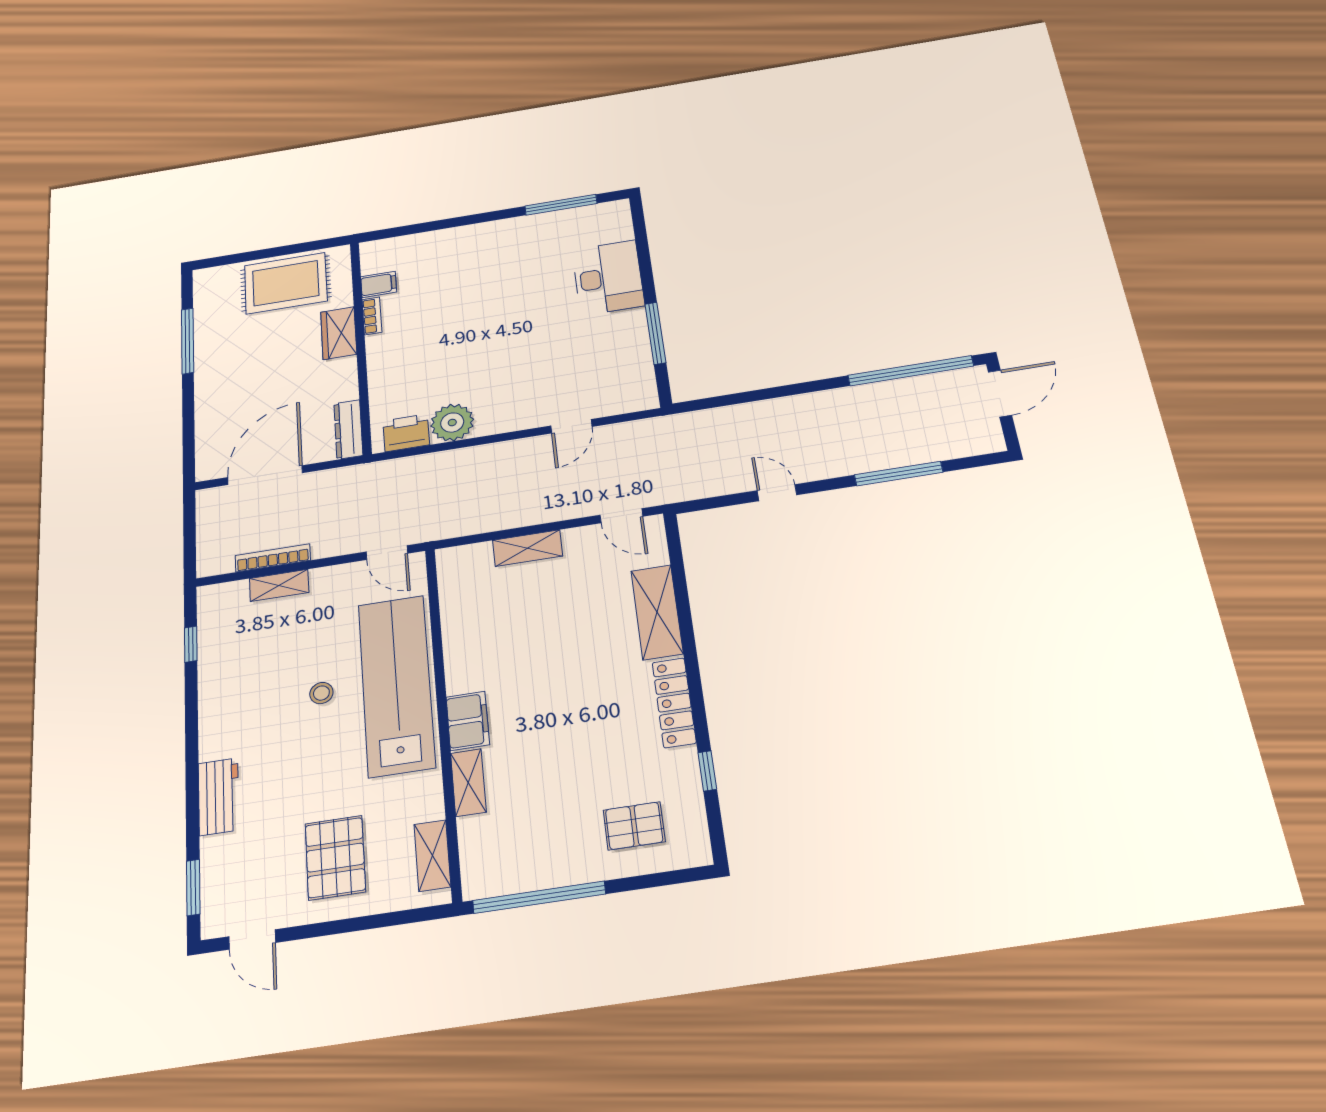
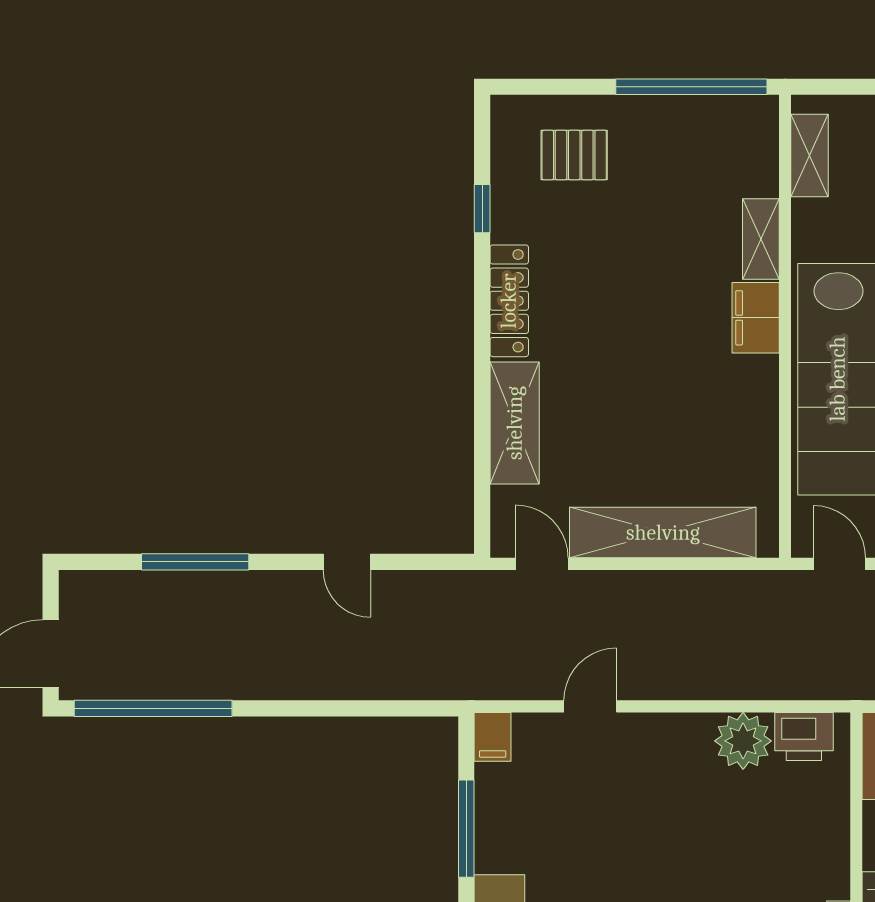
filing cabinet: (644, 394) -> (493, 737), added
shelving: (528, 548) -> (663, 533), width x2.20, depth x1.33

